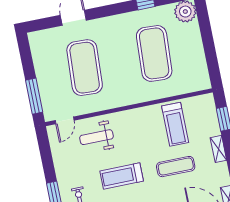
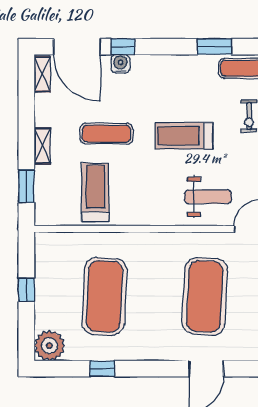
window: (209, 47) -> (26, 290), added
treadmill: (122, 176) -> (184, 136), turned 180

